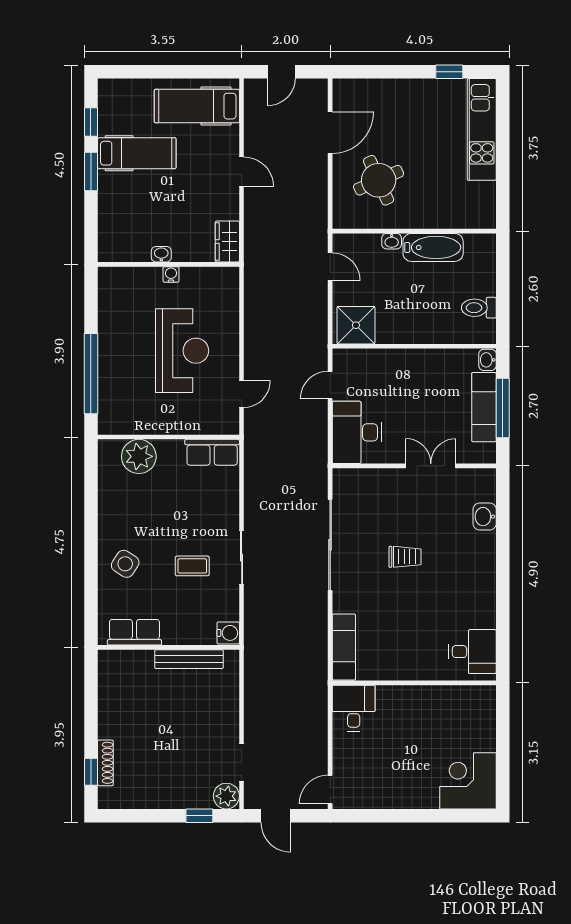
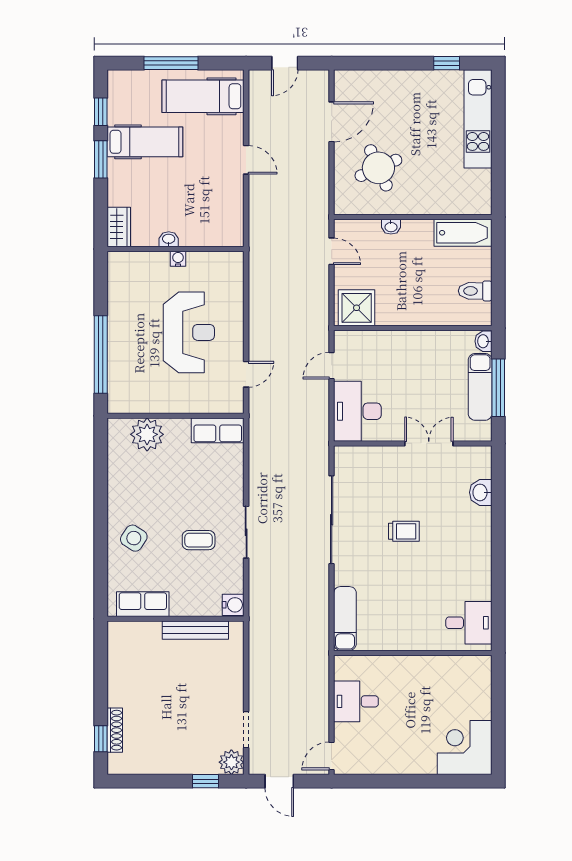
window: (164, 72) -> (171, 63), added
wardrobe: (227, 242) -> (119, 227), moved, turned 180
bathtub: (433, 247) -> (463, 233), moved
desk: (354, 708) -> (356, 701), moved, turned -90

